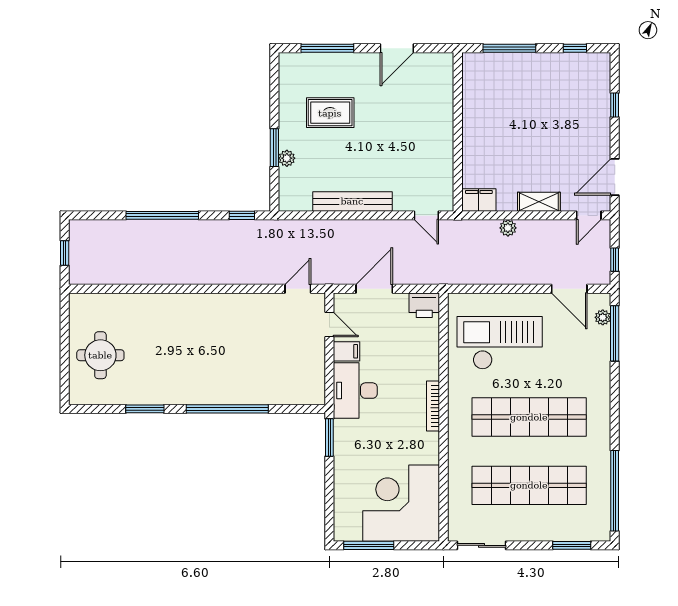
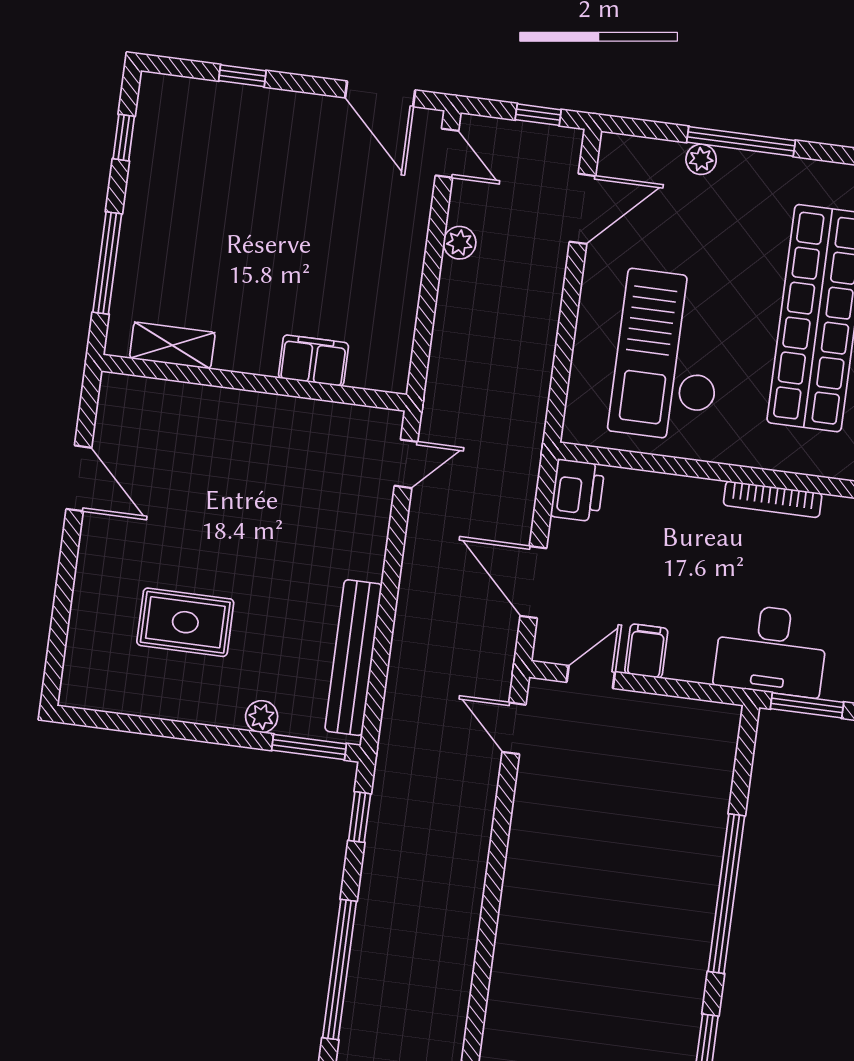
window: (327, 48) -> (61, 611), removed
rug: (330, 113) -> (185, 622), turned 90
window: (274, 148) -> (309, 747), moved
filing cabinet: (479, 200) -> (313, 360), moved, turned 90
bench: (352, 201) -> (353, 658), moved
shelving: (539, 202) -> (172, 345), moved, turned 90
plant: (508, 228) -> (460, 243), moved
plant: (603, 317) -> (701, 159), moved
window: (615, 333) -> (741, 141), moved
desk: (355, 391) -> (771, 650), moved

